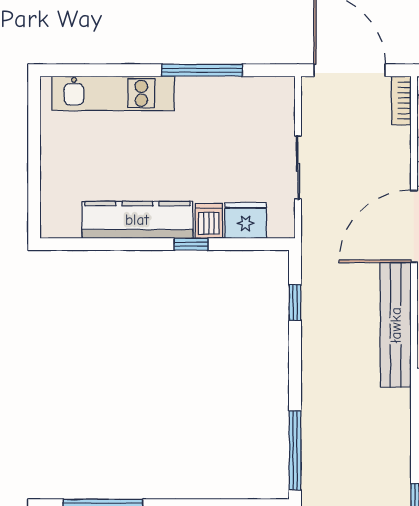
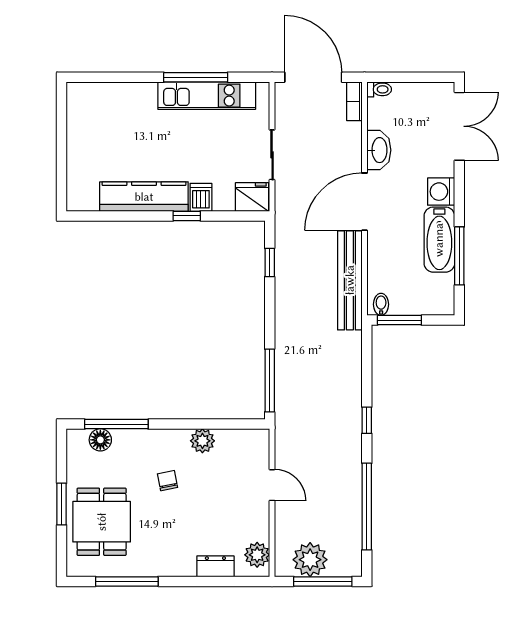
kitchen unit: (113, 93) -> (207, 96), moved
fridge: (246, 220) -> (252, 197), moved

